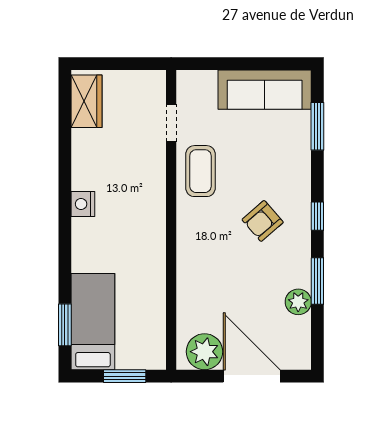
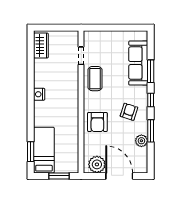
sofa: (265, 90) -> (138, 63), moved, turned 90
window: (317, 126) -> (151, 71), moved
armchair: (263, 221) -> (129, 112), moved, turned 149
armchair: (206, 262) -> (97, 122), added

